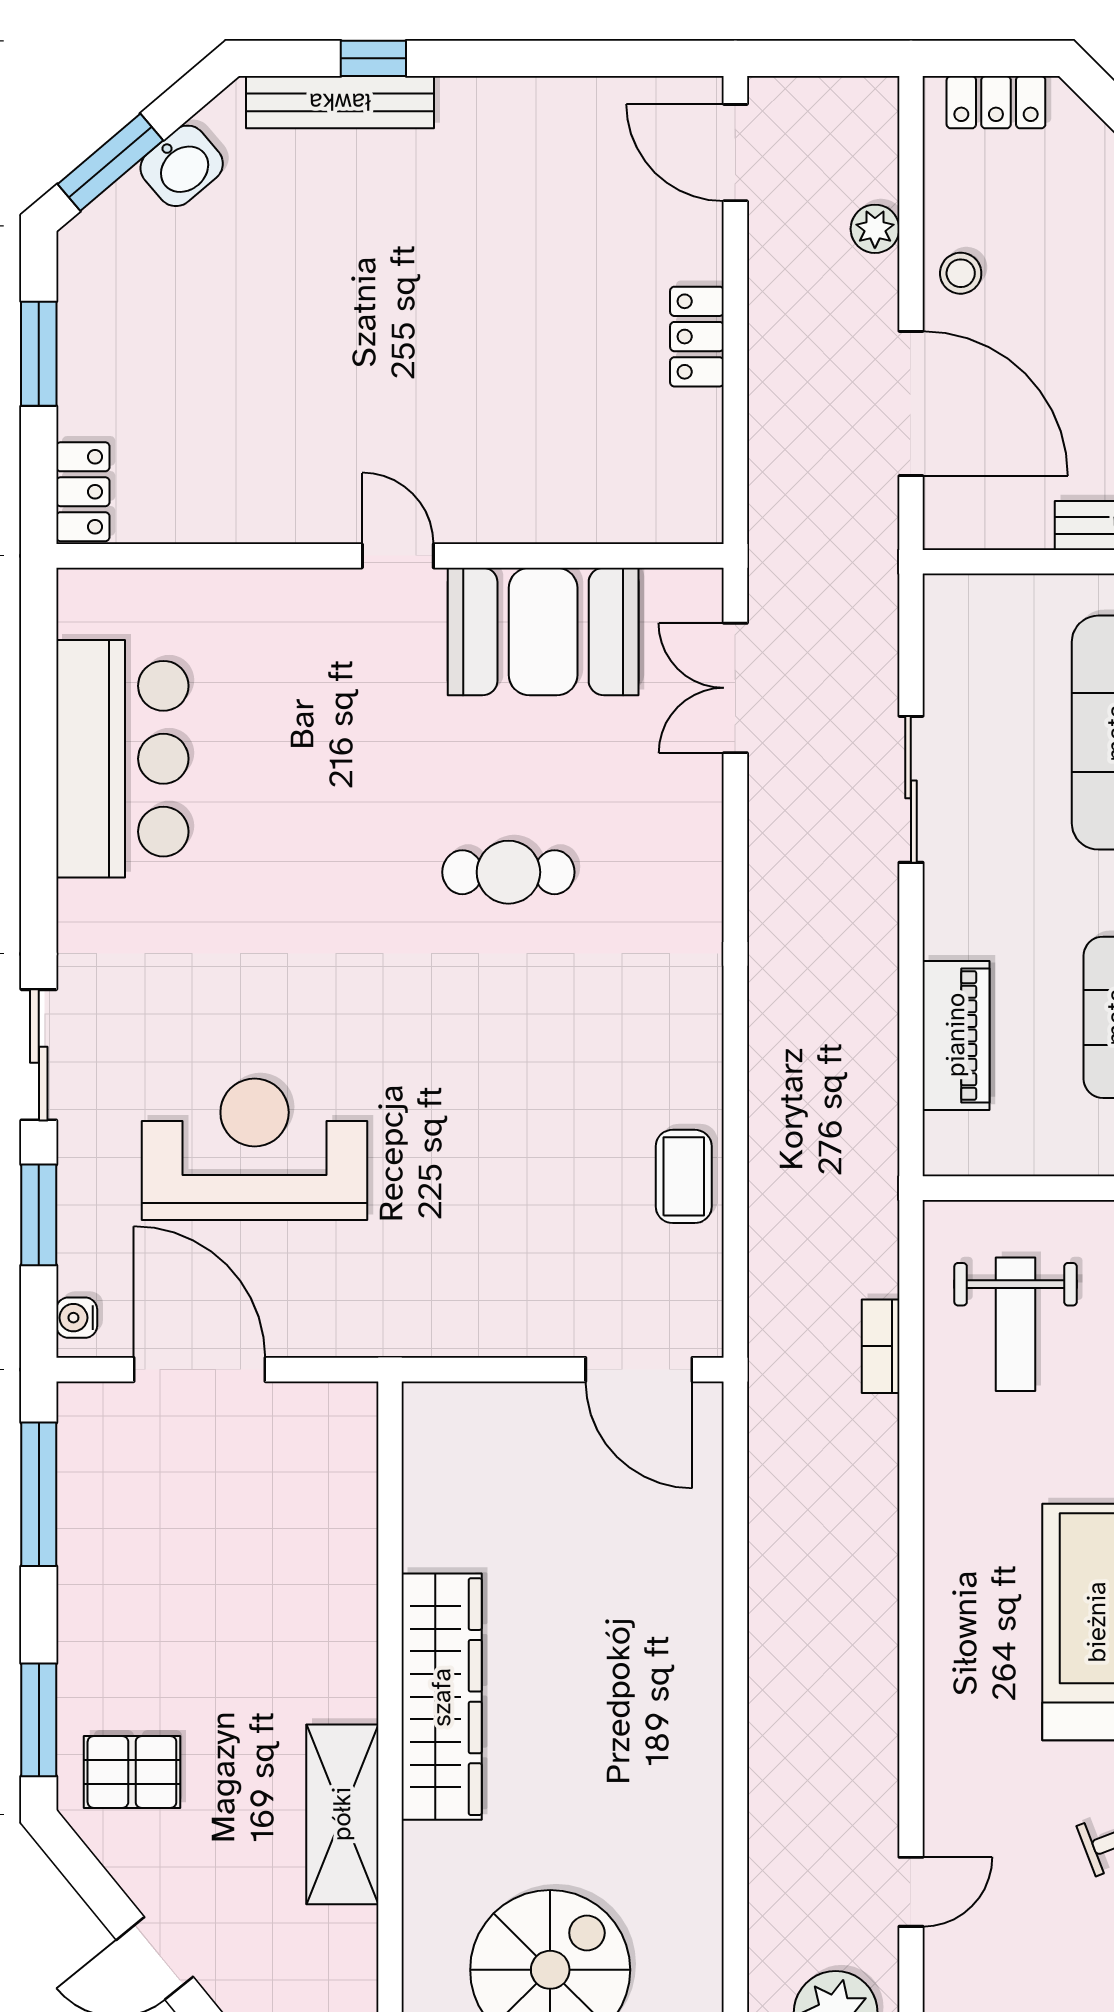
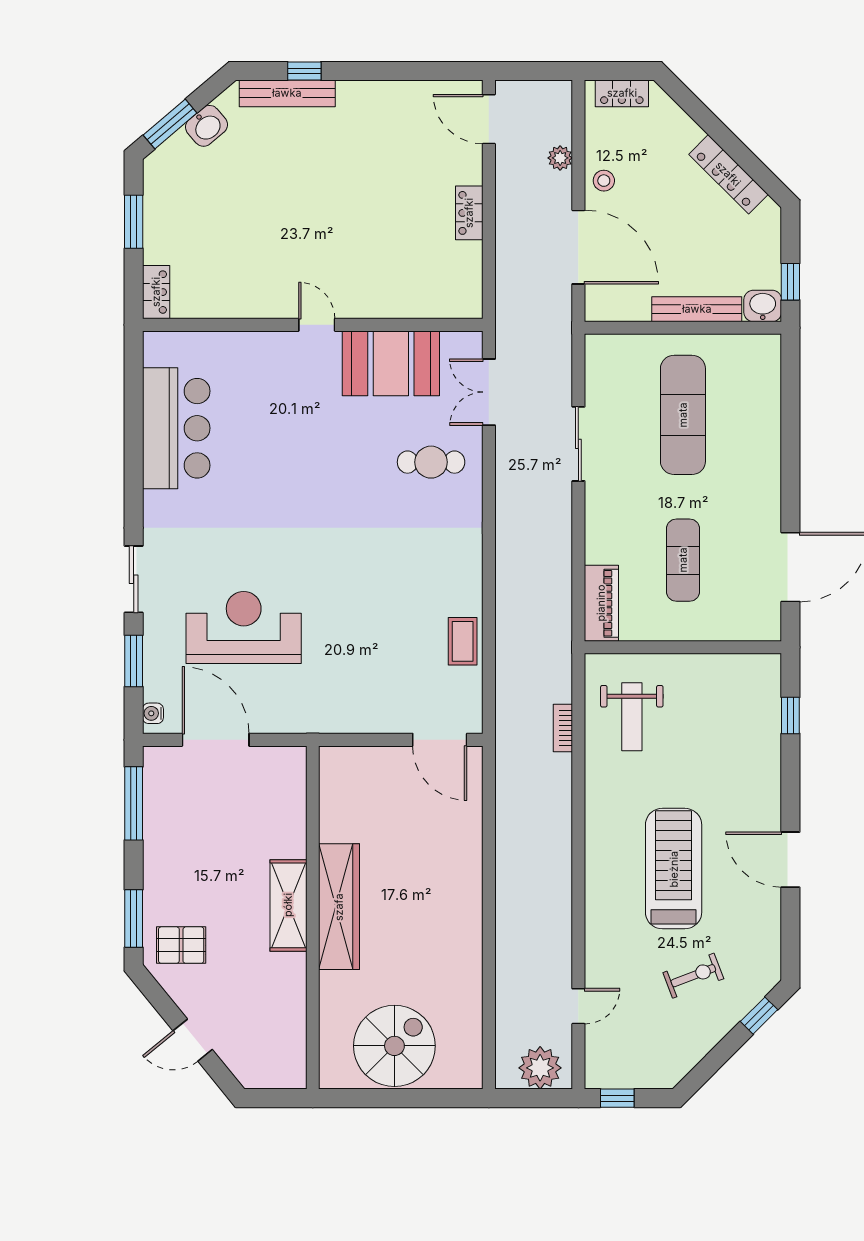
cafe table: (508, 872) -> (431, 462), moved
piano: (956, 1035) -> (601, 603), moved
shelving: (342, 1814) -> (288, 905), moved

